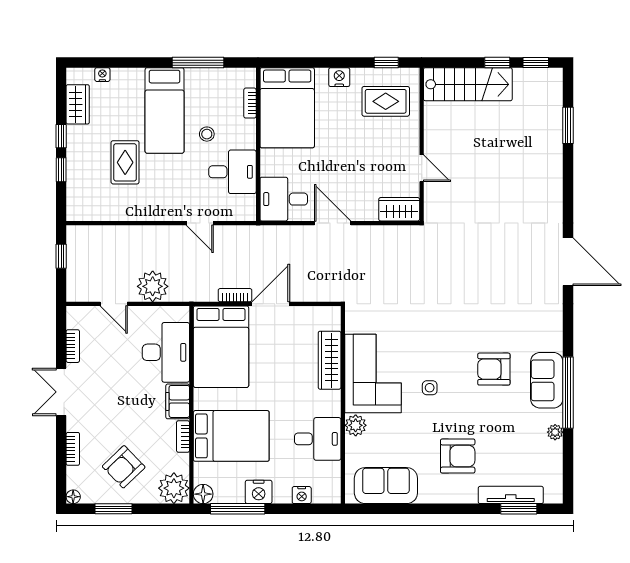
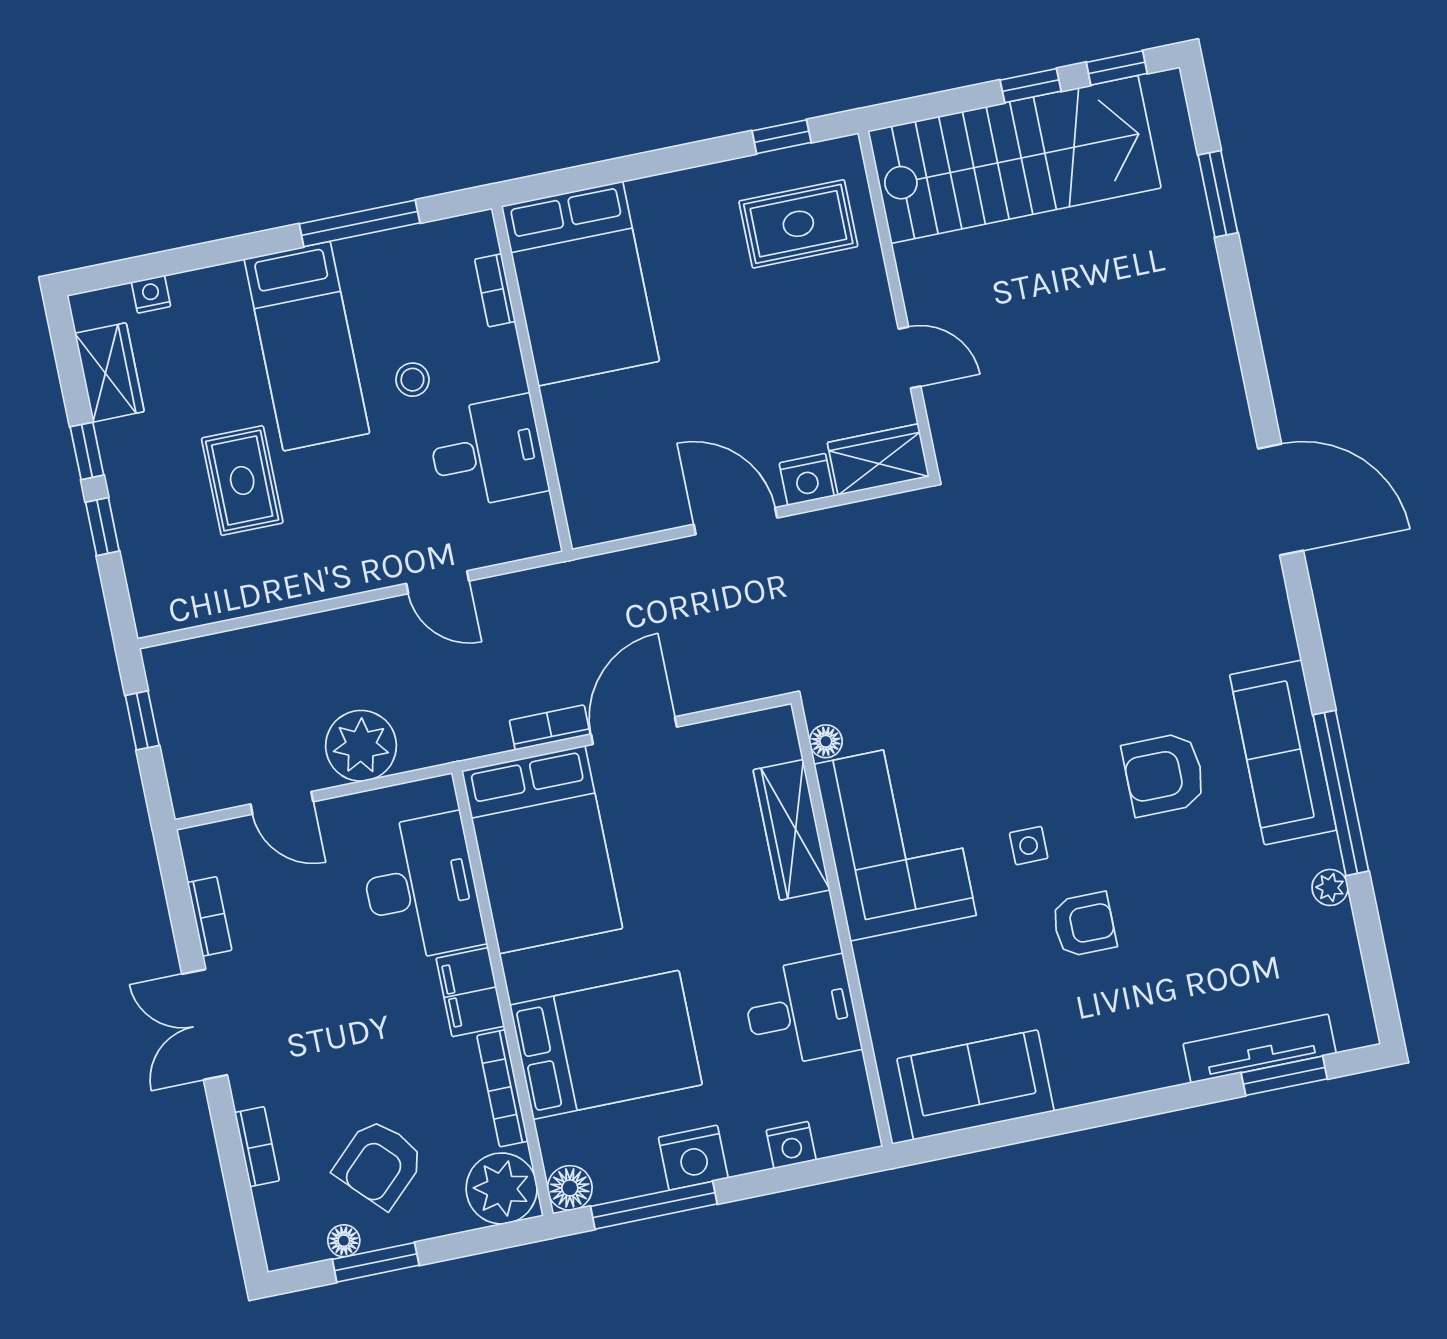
nightstand: (339, 77) -> (807, 479), moved, turned 180
stairs: (468, 84) -> (1014, 159), width x1.36, depth x1.51
desk: (284, 199) -> (615, 490), removed
floor lamp: (352, 325) -> (826, 741), added
sofa: (547, 380) -> (1283, 752), width x1.36
plant: (356, 425) -> (880, 964), removed
bookcase: (183, 437) -> (502, 1088), width x1.56
armchair: (458, 456) -> (1084, 925), moved, width x0.72, depth x0.72
floor lamp: (73, 497) -> (344, 1241), moved

